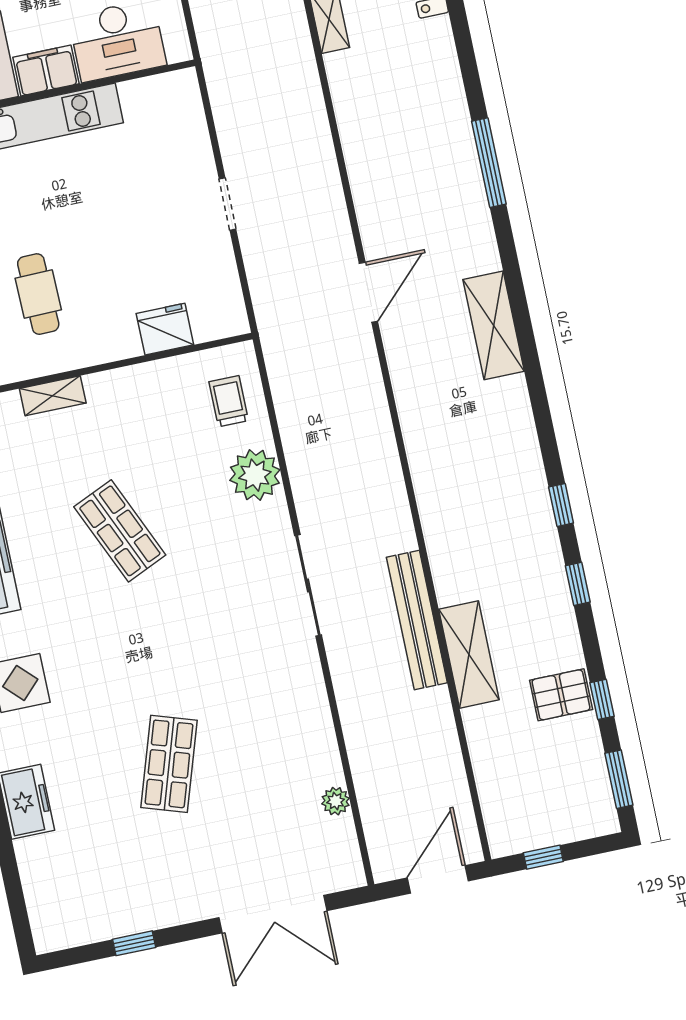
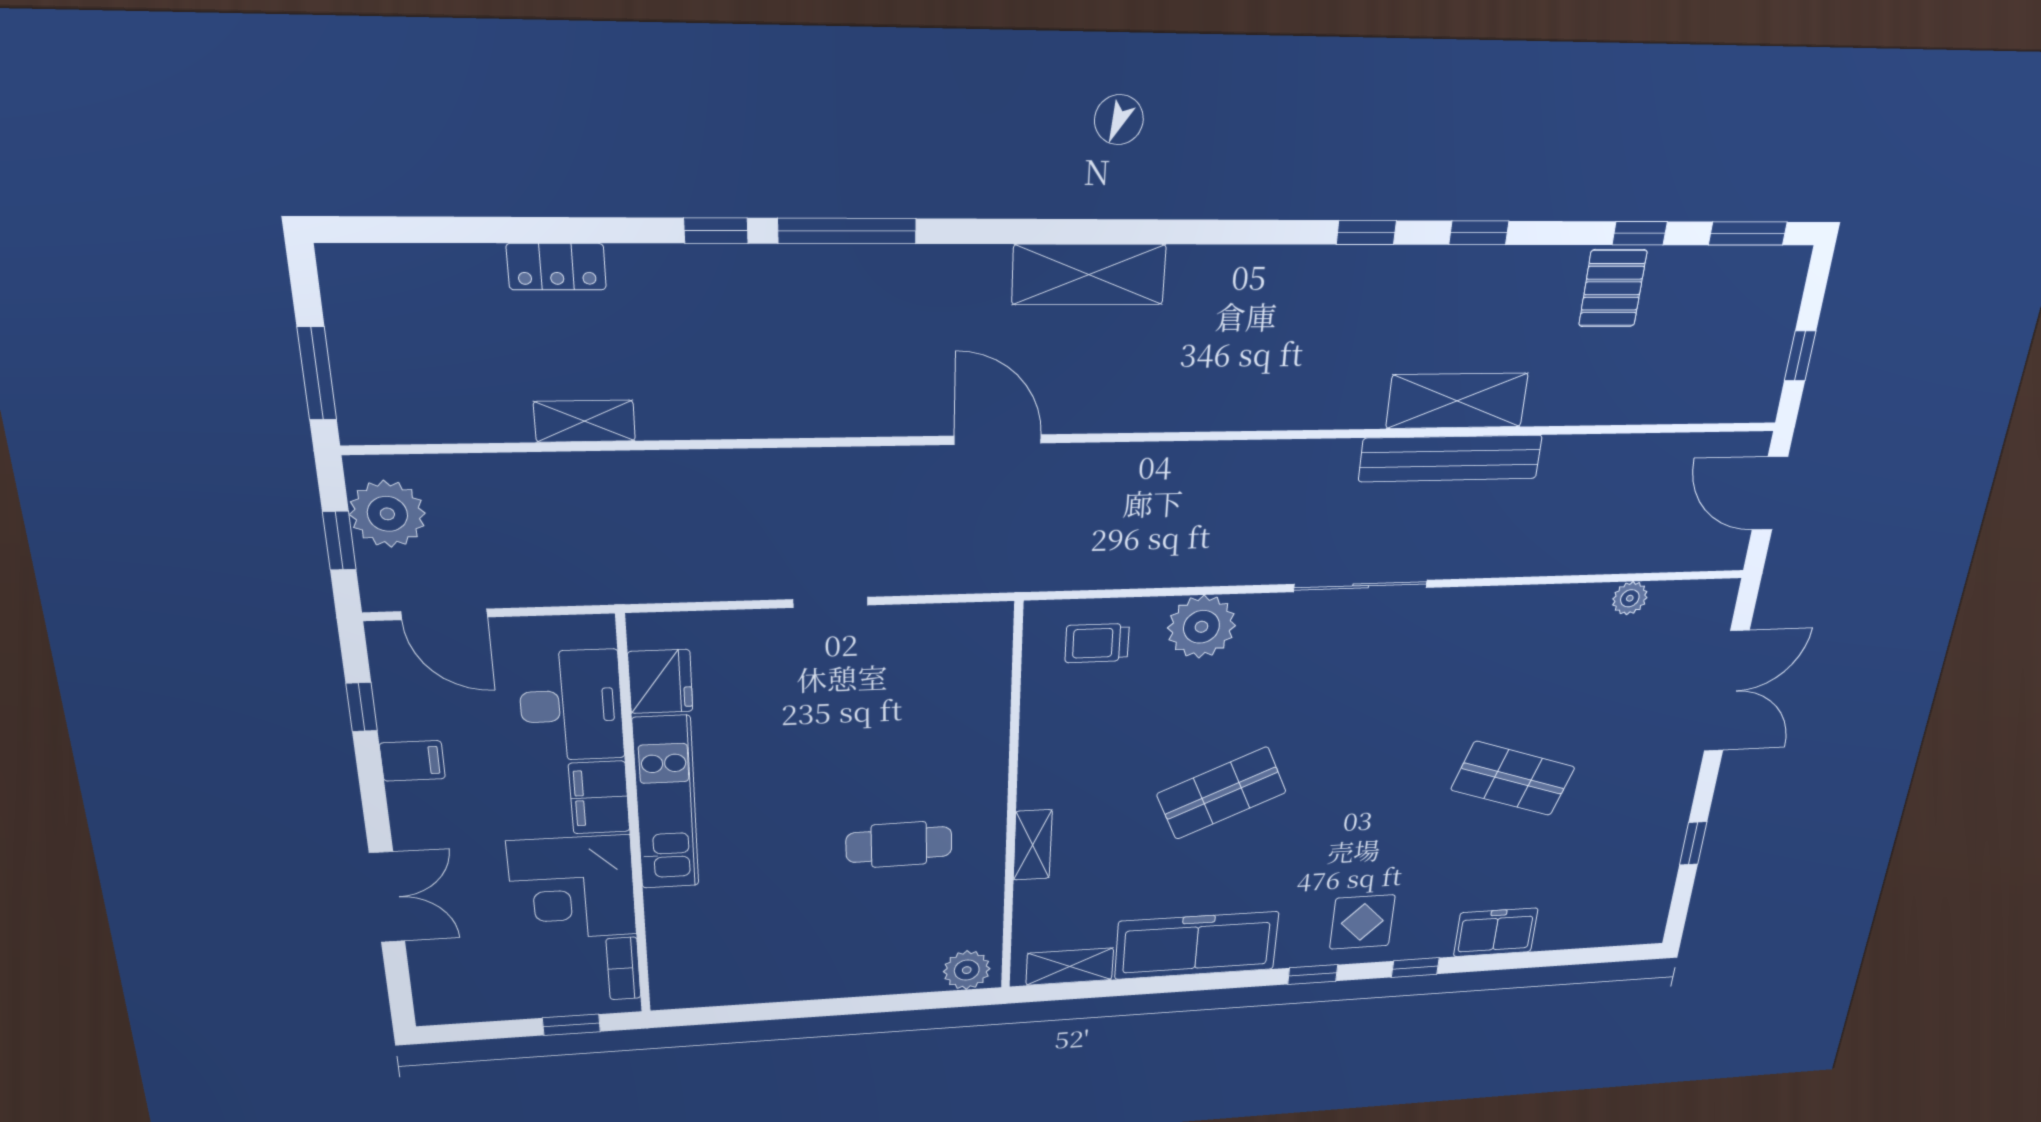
window: (472, 81) -> (716, 231), added
fridge: (165, 329) -> (660, 682), moved, turned 180
shelving: (469, 654) -> (1457, 401), moved

